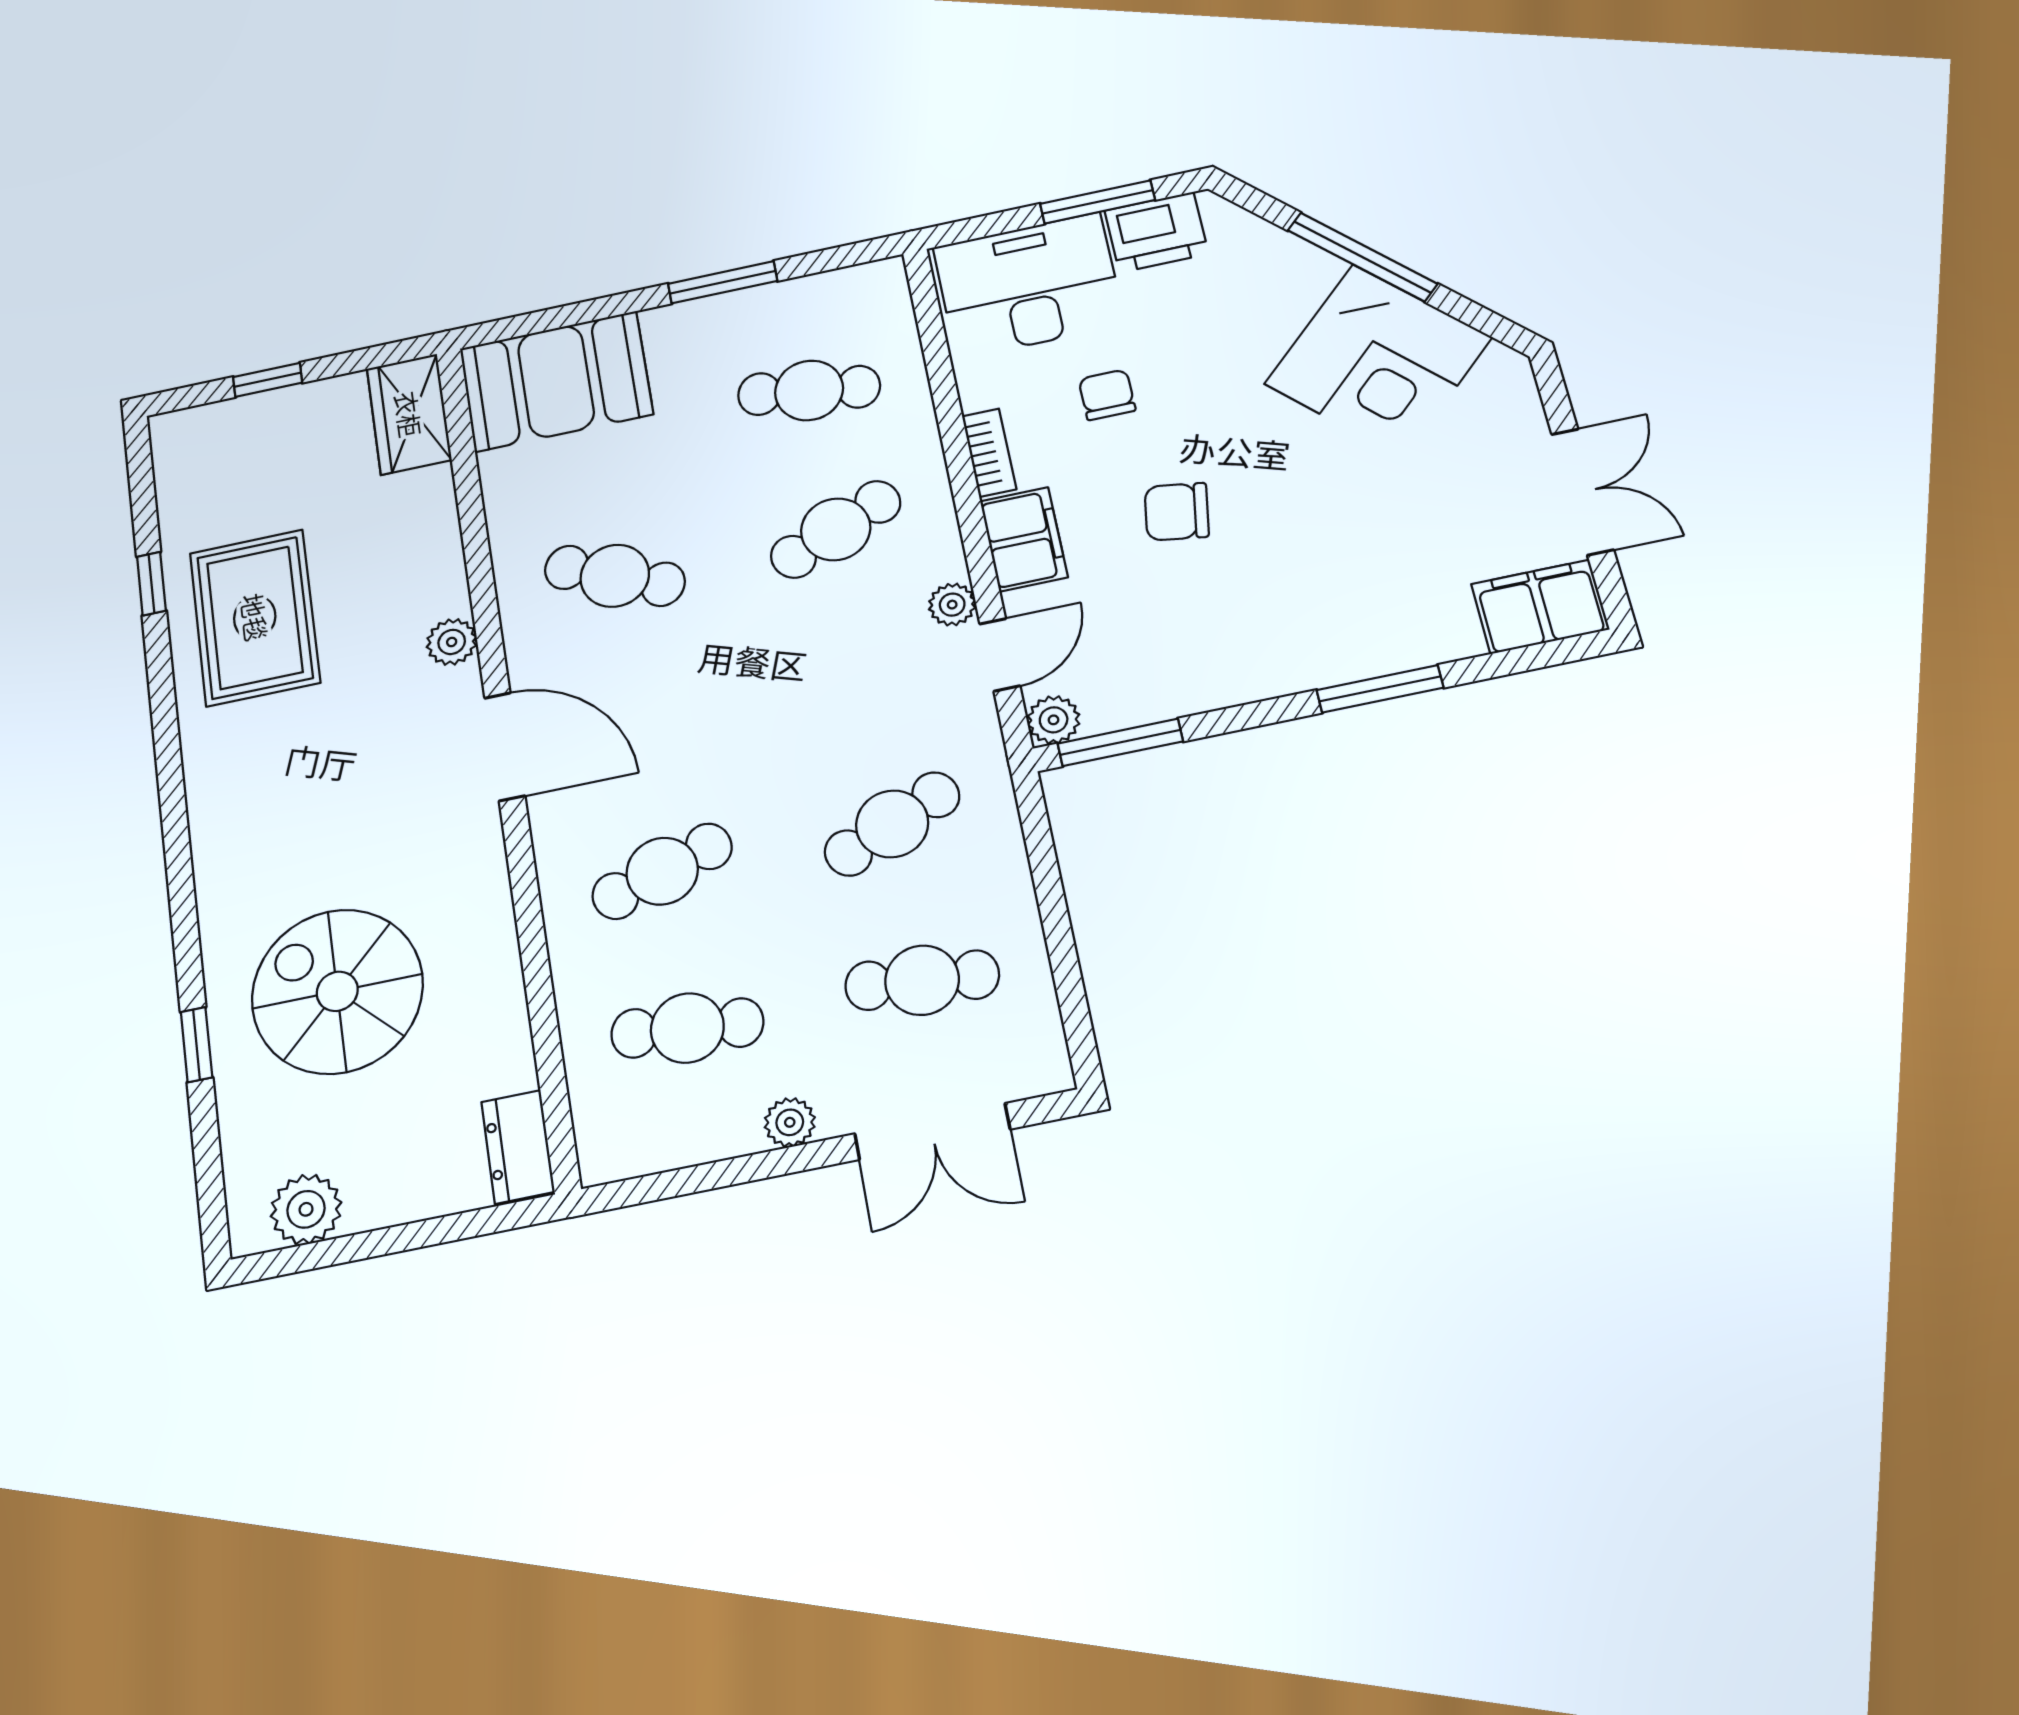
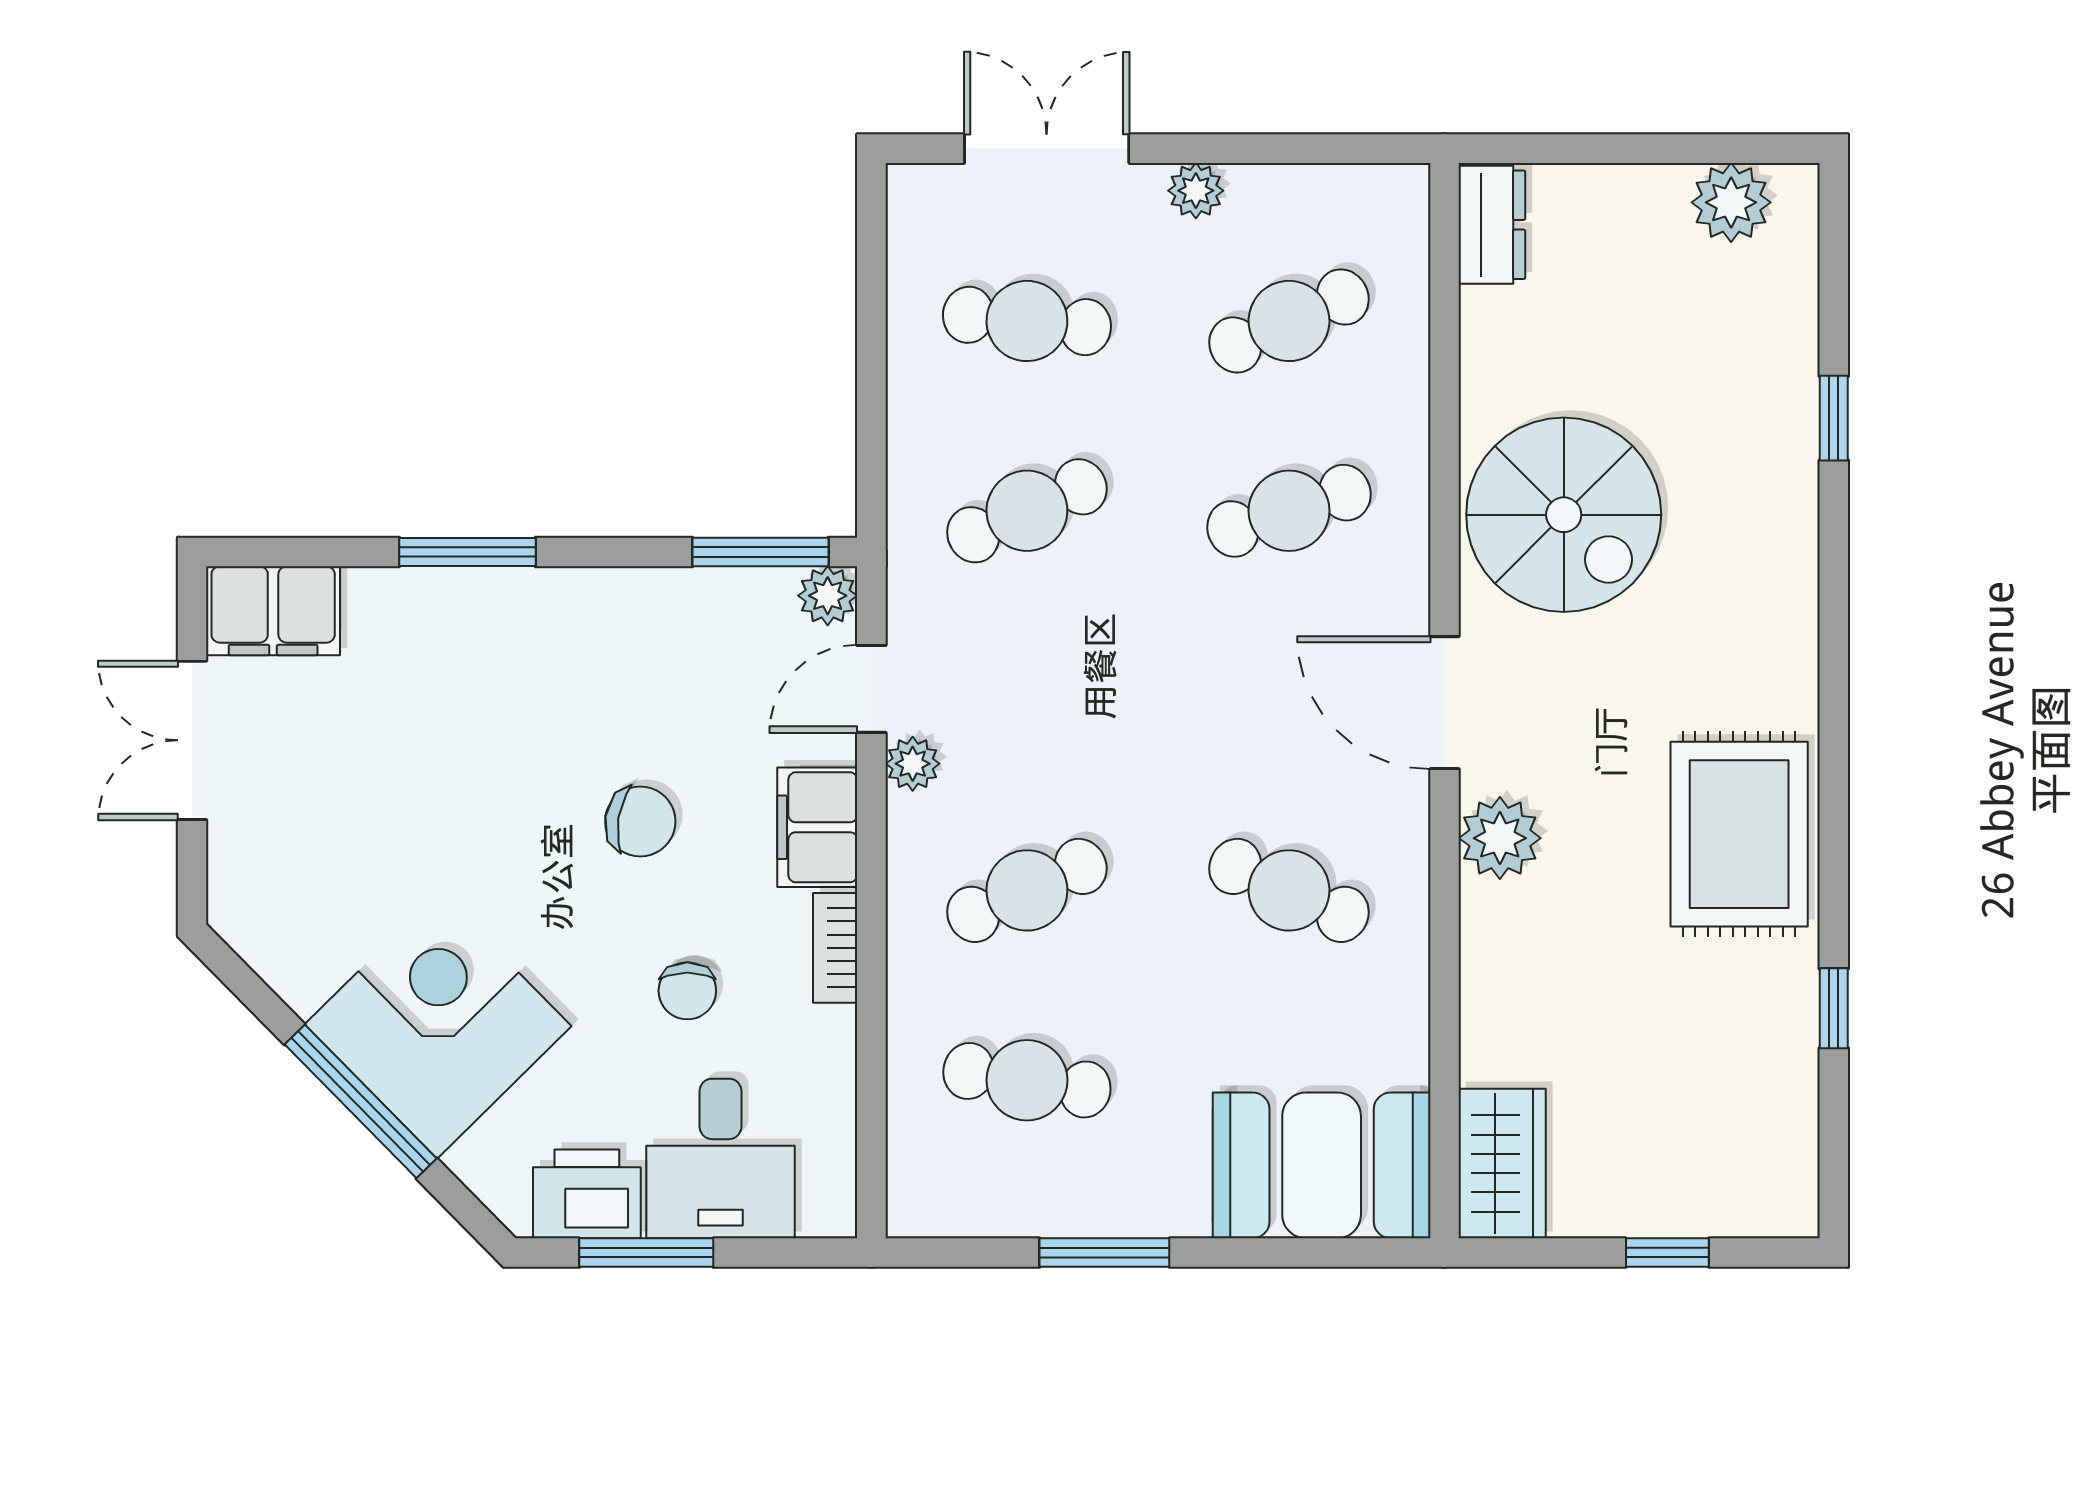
desk: (1029, 286) -> (721, 1158), width x0.73
corner desk: (1378, 361) -> (438, 1025), moved
rug: (255, 617) -> (1739, 834), moved
plant: (452, 642) -> (1500, 838), width x1.38, depth x1.38
spiral stairs: (337, 991) -> (1564, 515), moved
cafe table: (687, 1028) -> (1289, 321), turned -30

